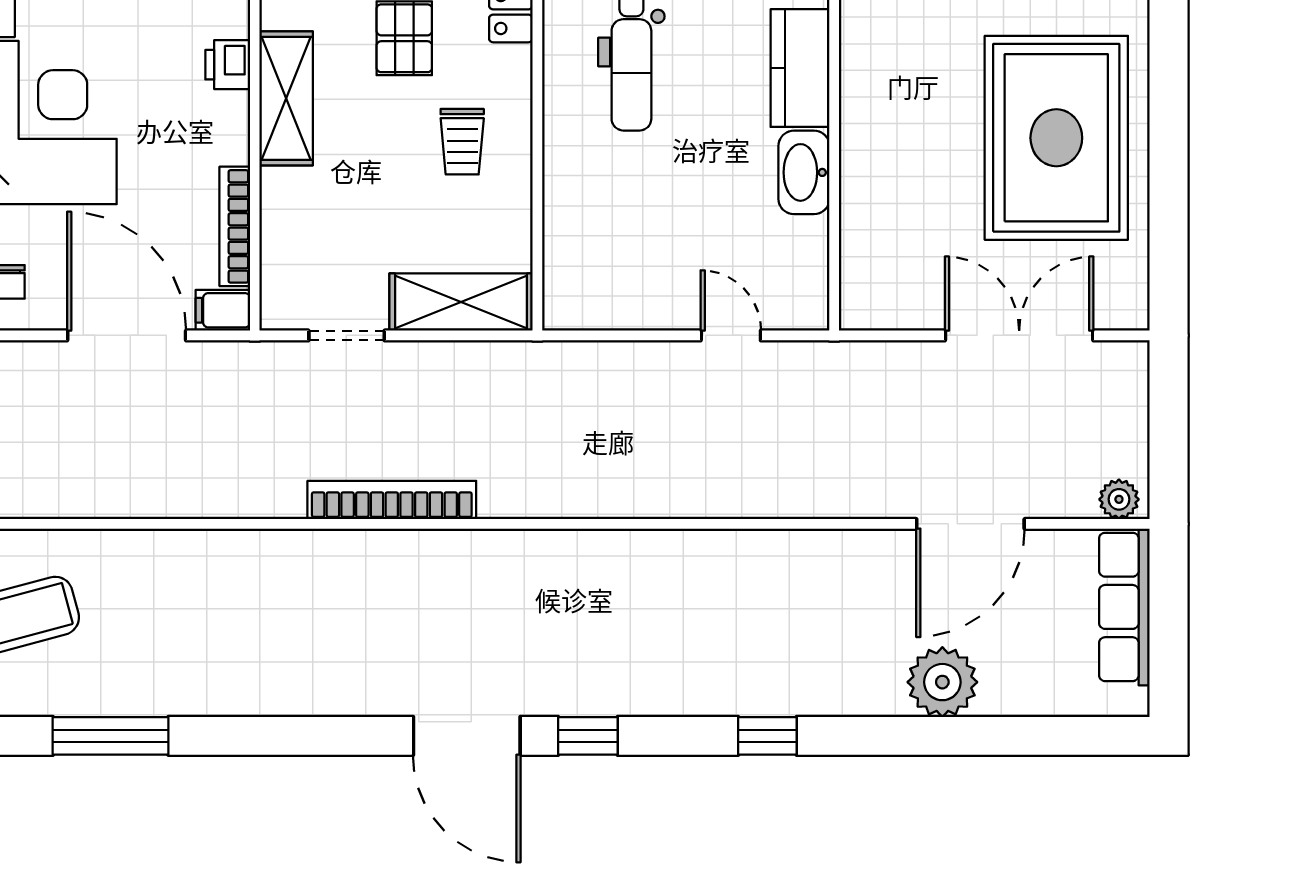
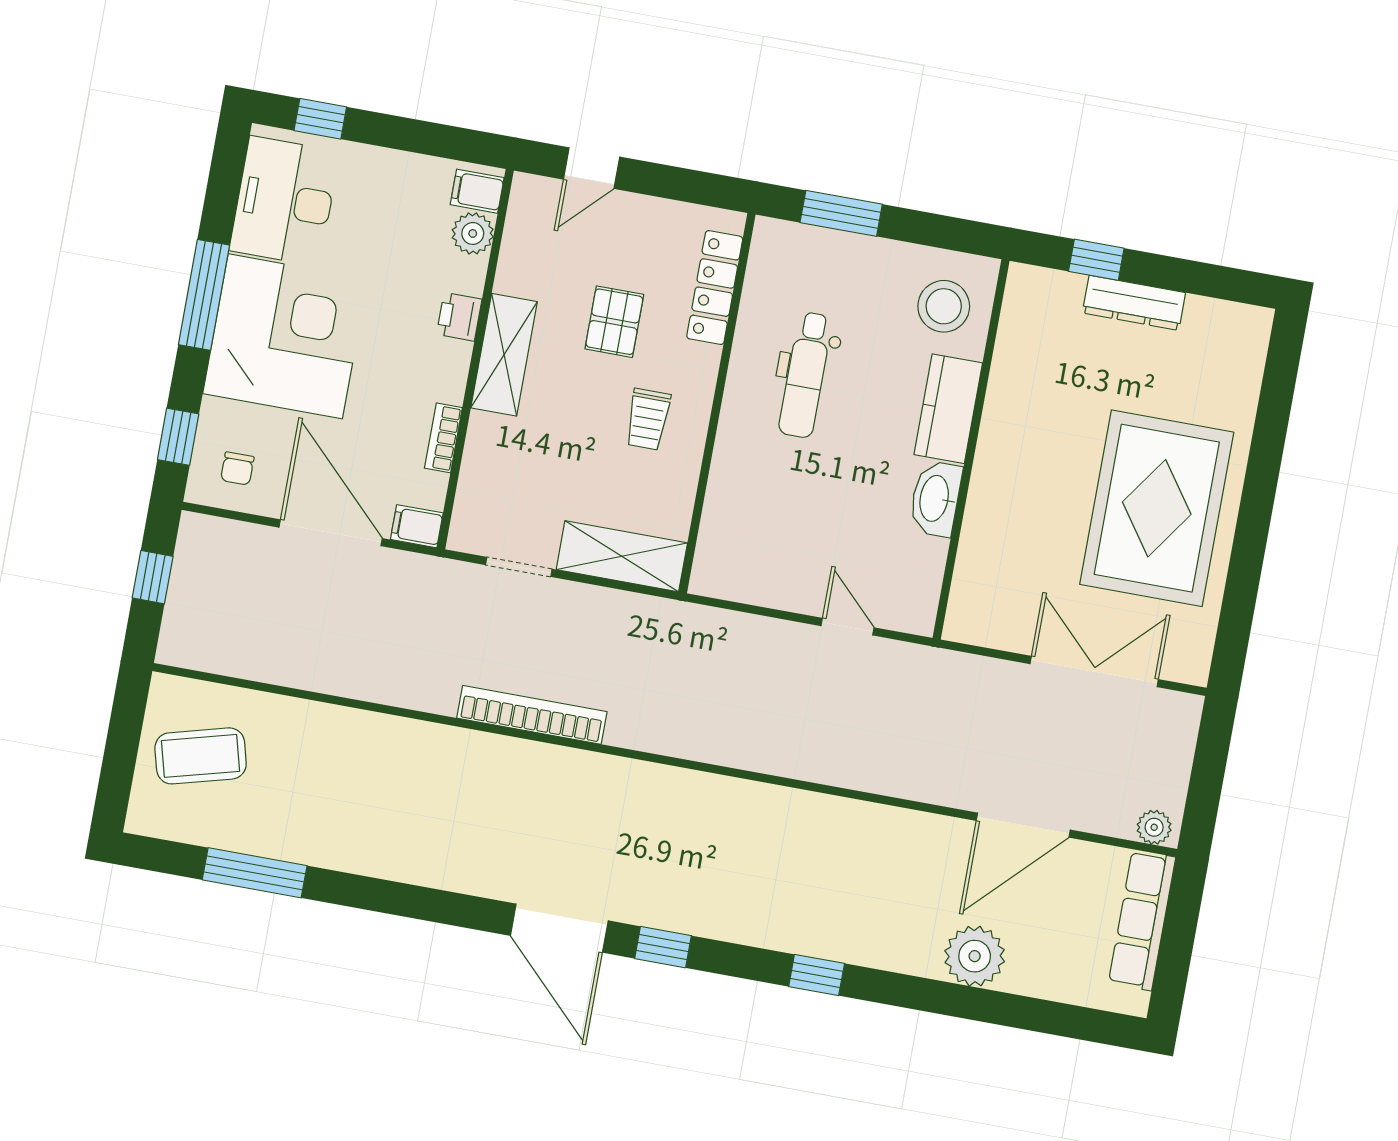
bookcase: (235, 226) -> (443, 438), width x0.64

